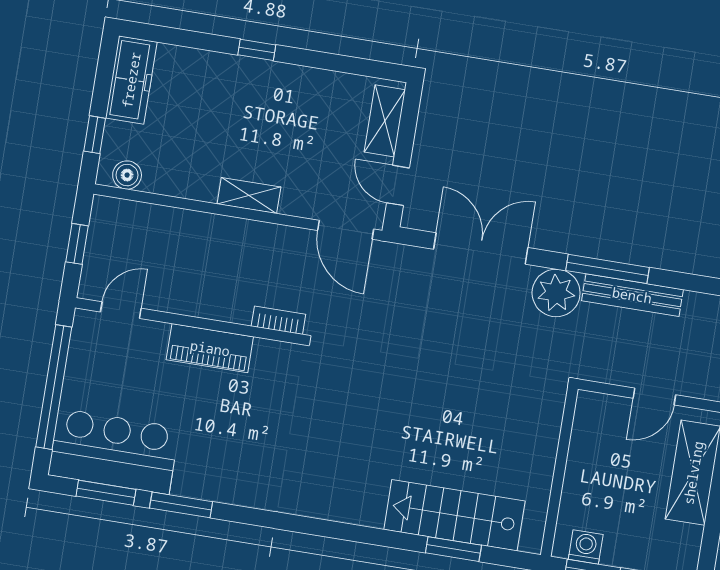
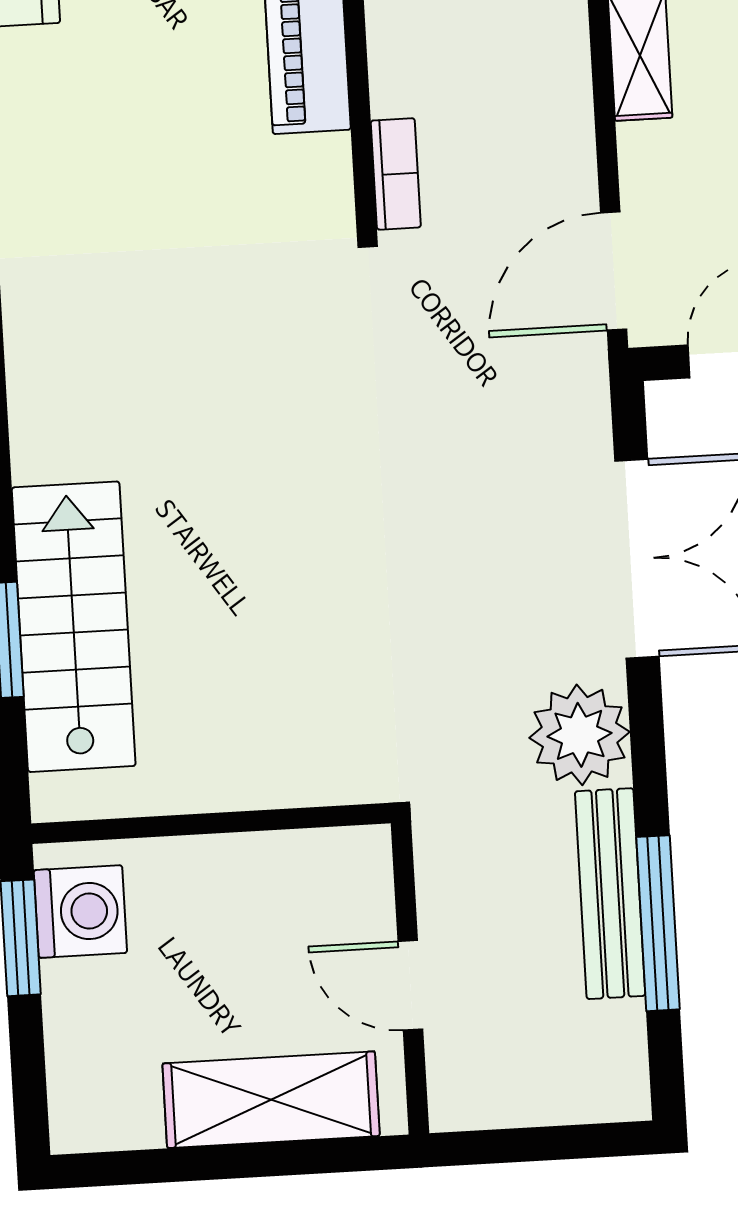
window: (608, 269) -> (658, 923), moved
washing machine: (586, 547) -> (80, 912), width x1.38, depth x1.38

